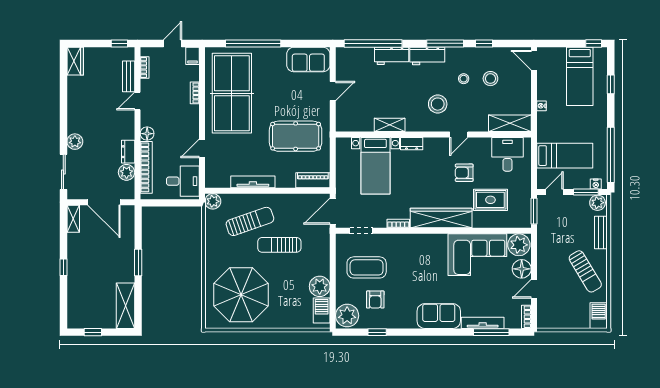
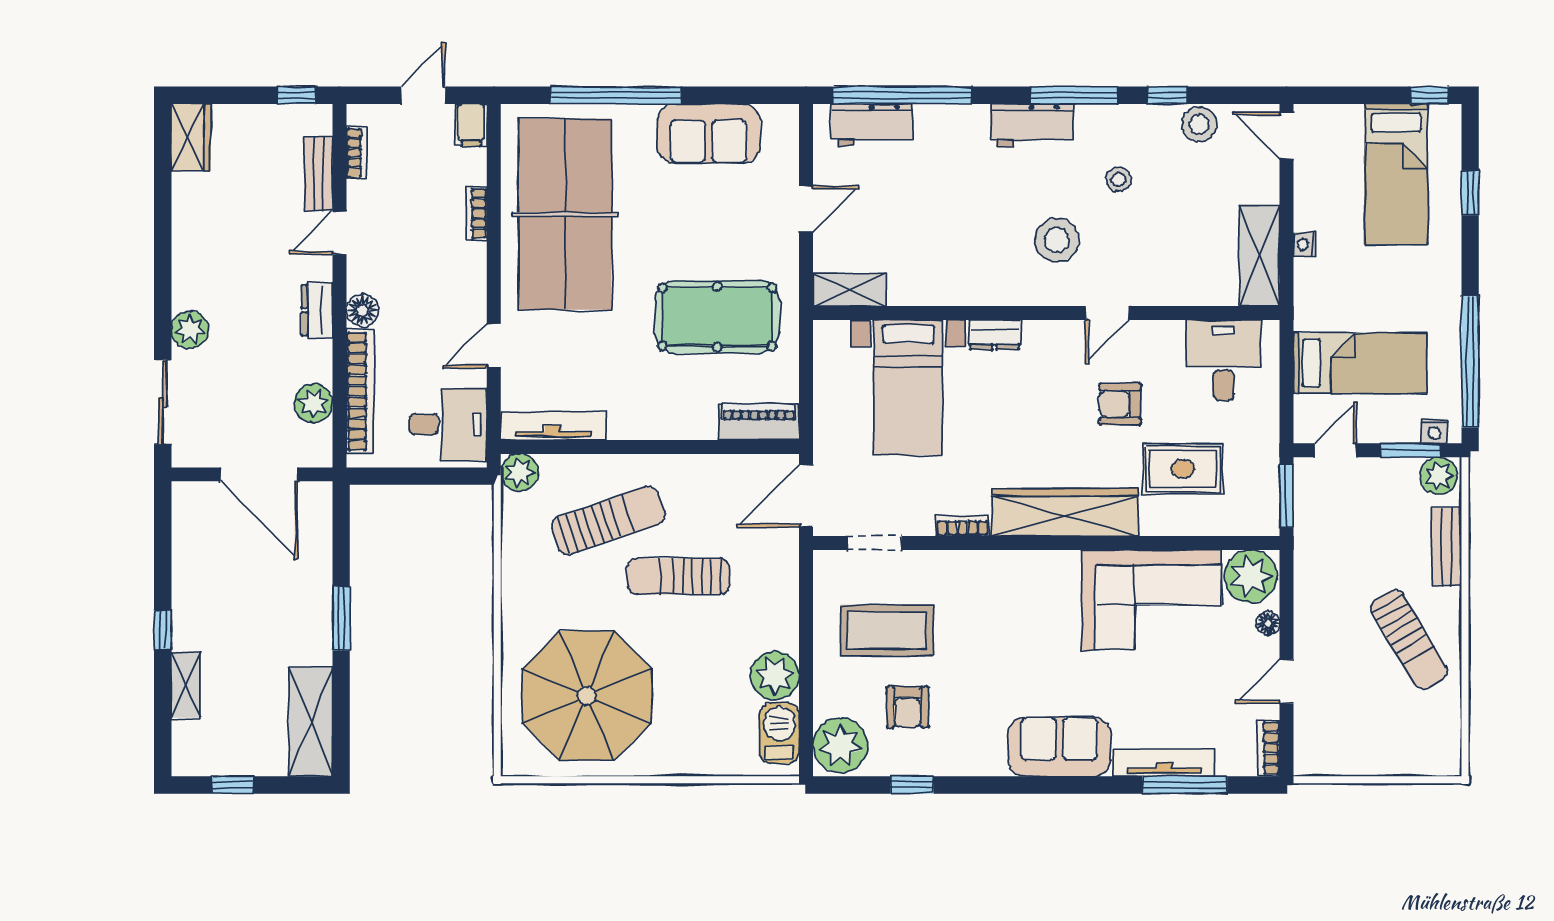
workbench: (392, 56) -> (872, 125), moved
sofa: (308, 59) -> (709, 134), moved
stool: (490, 79) -> (1199, 125), moved
shelving: (510, 123) -> (1259, 255), moved, turned 90
shelving: (390, 125) -> (849, 290), moved
dresser: (128, 152) -> (317, 310), moved
tv unit: (253, 182) -> (553, 426), moved
shelving: (73, 219) -> (186, 685), moved
floor lamp: (522, 269) -> (1268, 623), width x0.53, depth x0.53
barbecue: (599, 316) -> (1441, 745), removed

